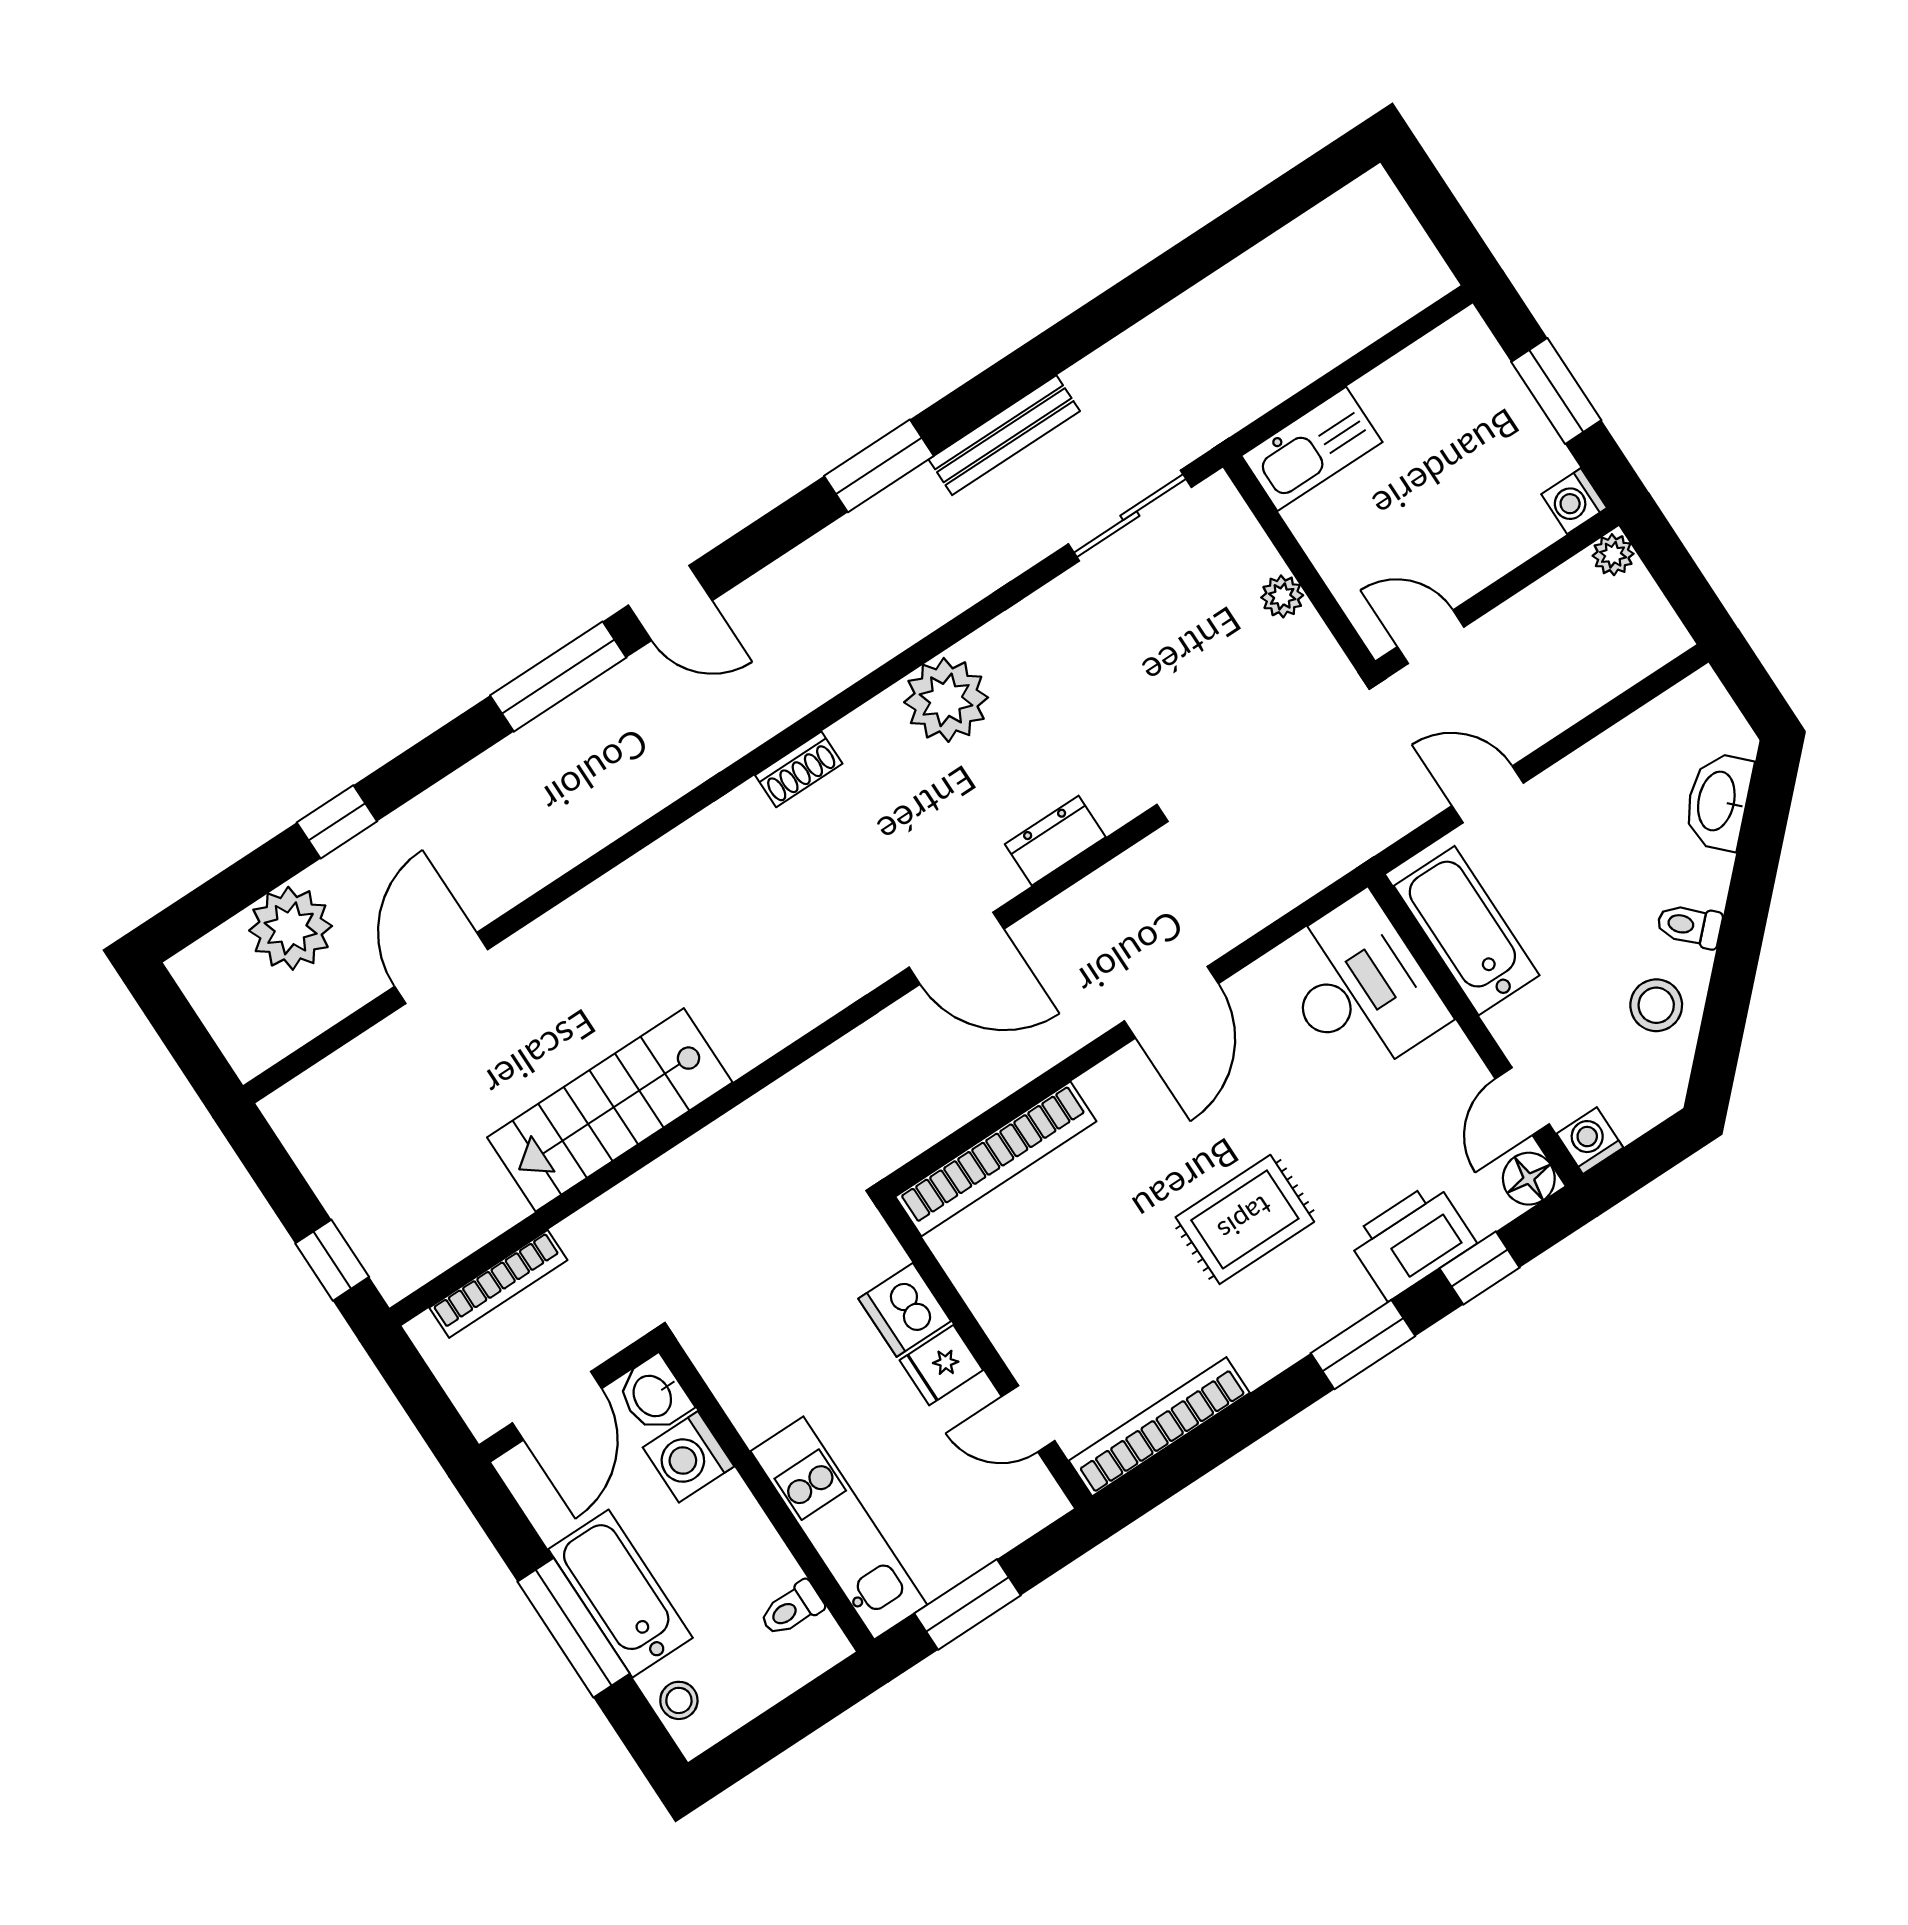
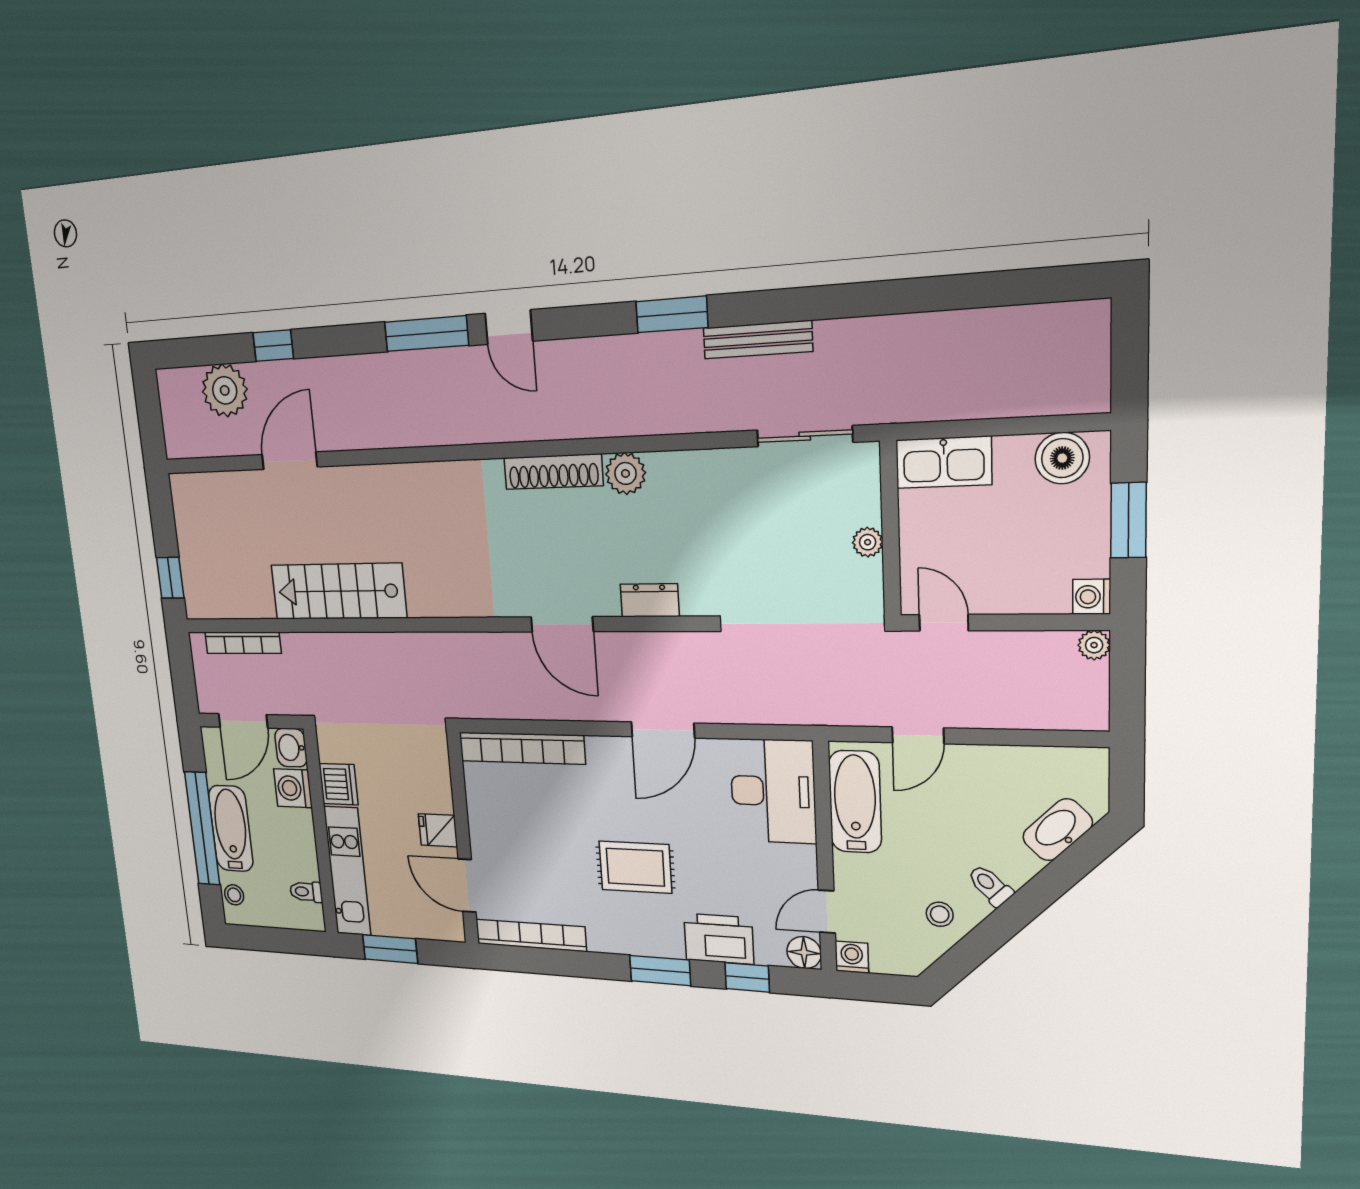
boiler: (1440, 365) -> (1062, 458), added
plant: (946, 700) -> (626, 473), width x0.73, depth x0.73
shoe rack: (799, 769) -> (553, 472), width x1.94, depth x1.24
door: (1488, 794) -> (918, 735), swing flipped
stool: (1656, 1005) -> (940, 914), width x0.73, depth x0.73
dishwasher: (905, 1310) -> (338, 784), moved, turned 180
door: (1028, 1419) -> (467, 886), width x1.38
window: (574, 1628) -> (202, 829), width x1.46

